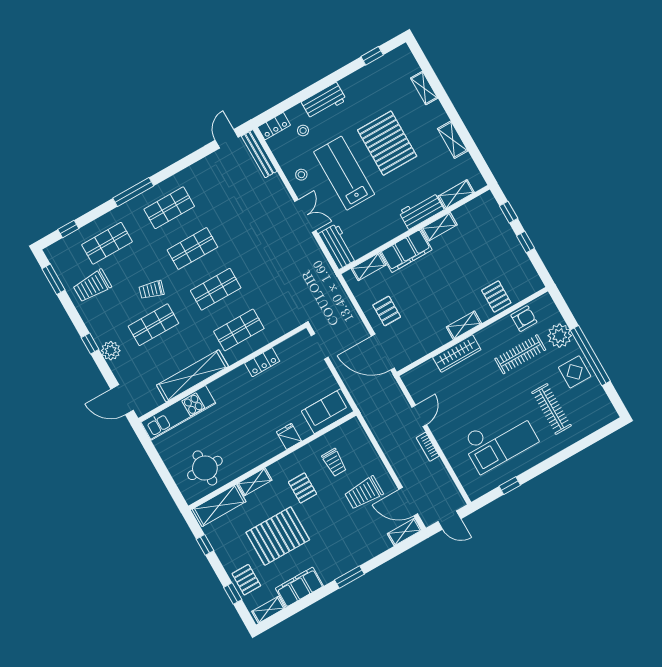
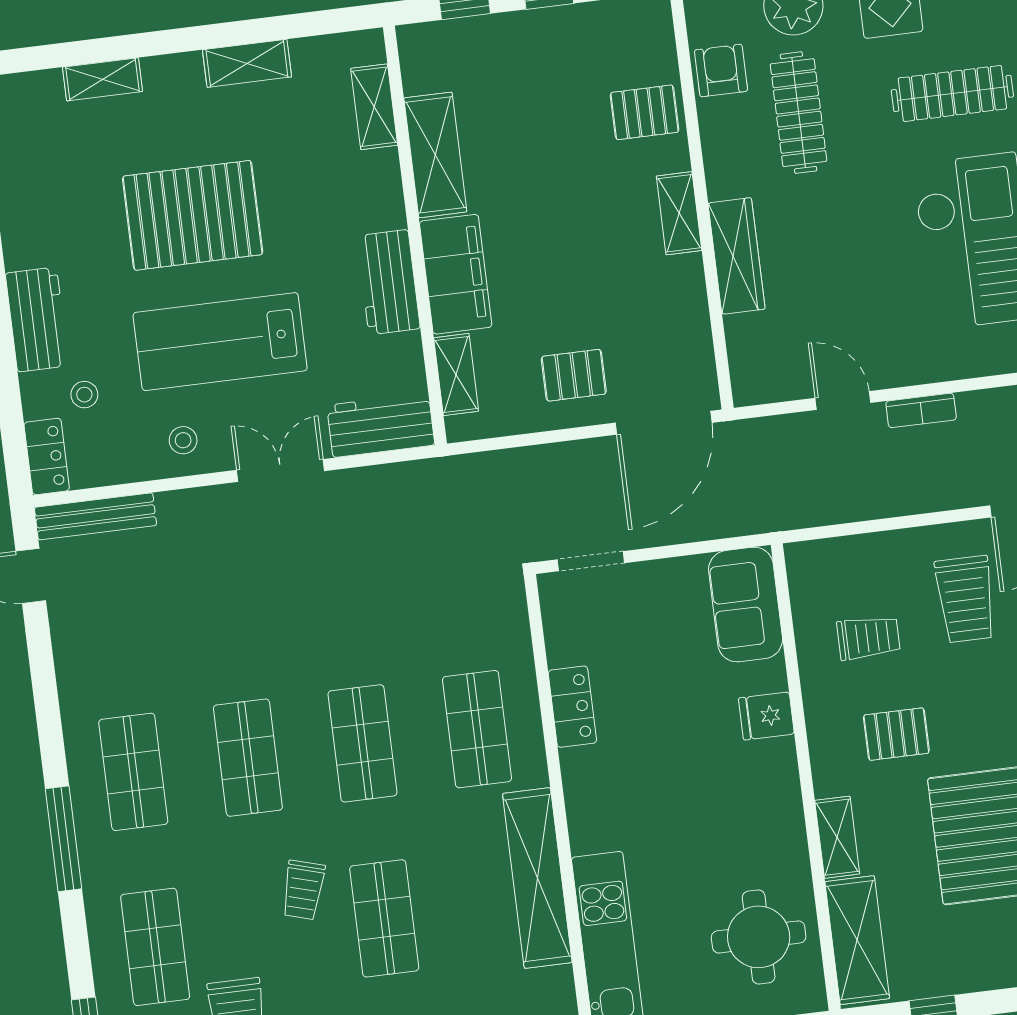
workbench: (421, 211) -> (389, 282), moved
shelving: (439, 227) -> (435, 155), width x1.50, depth x1.33

